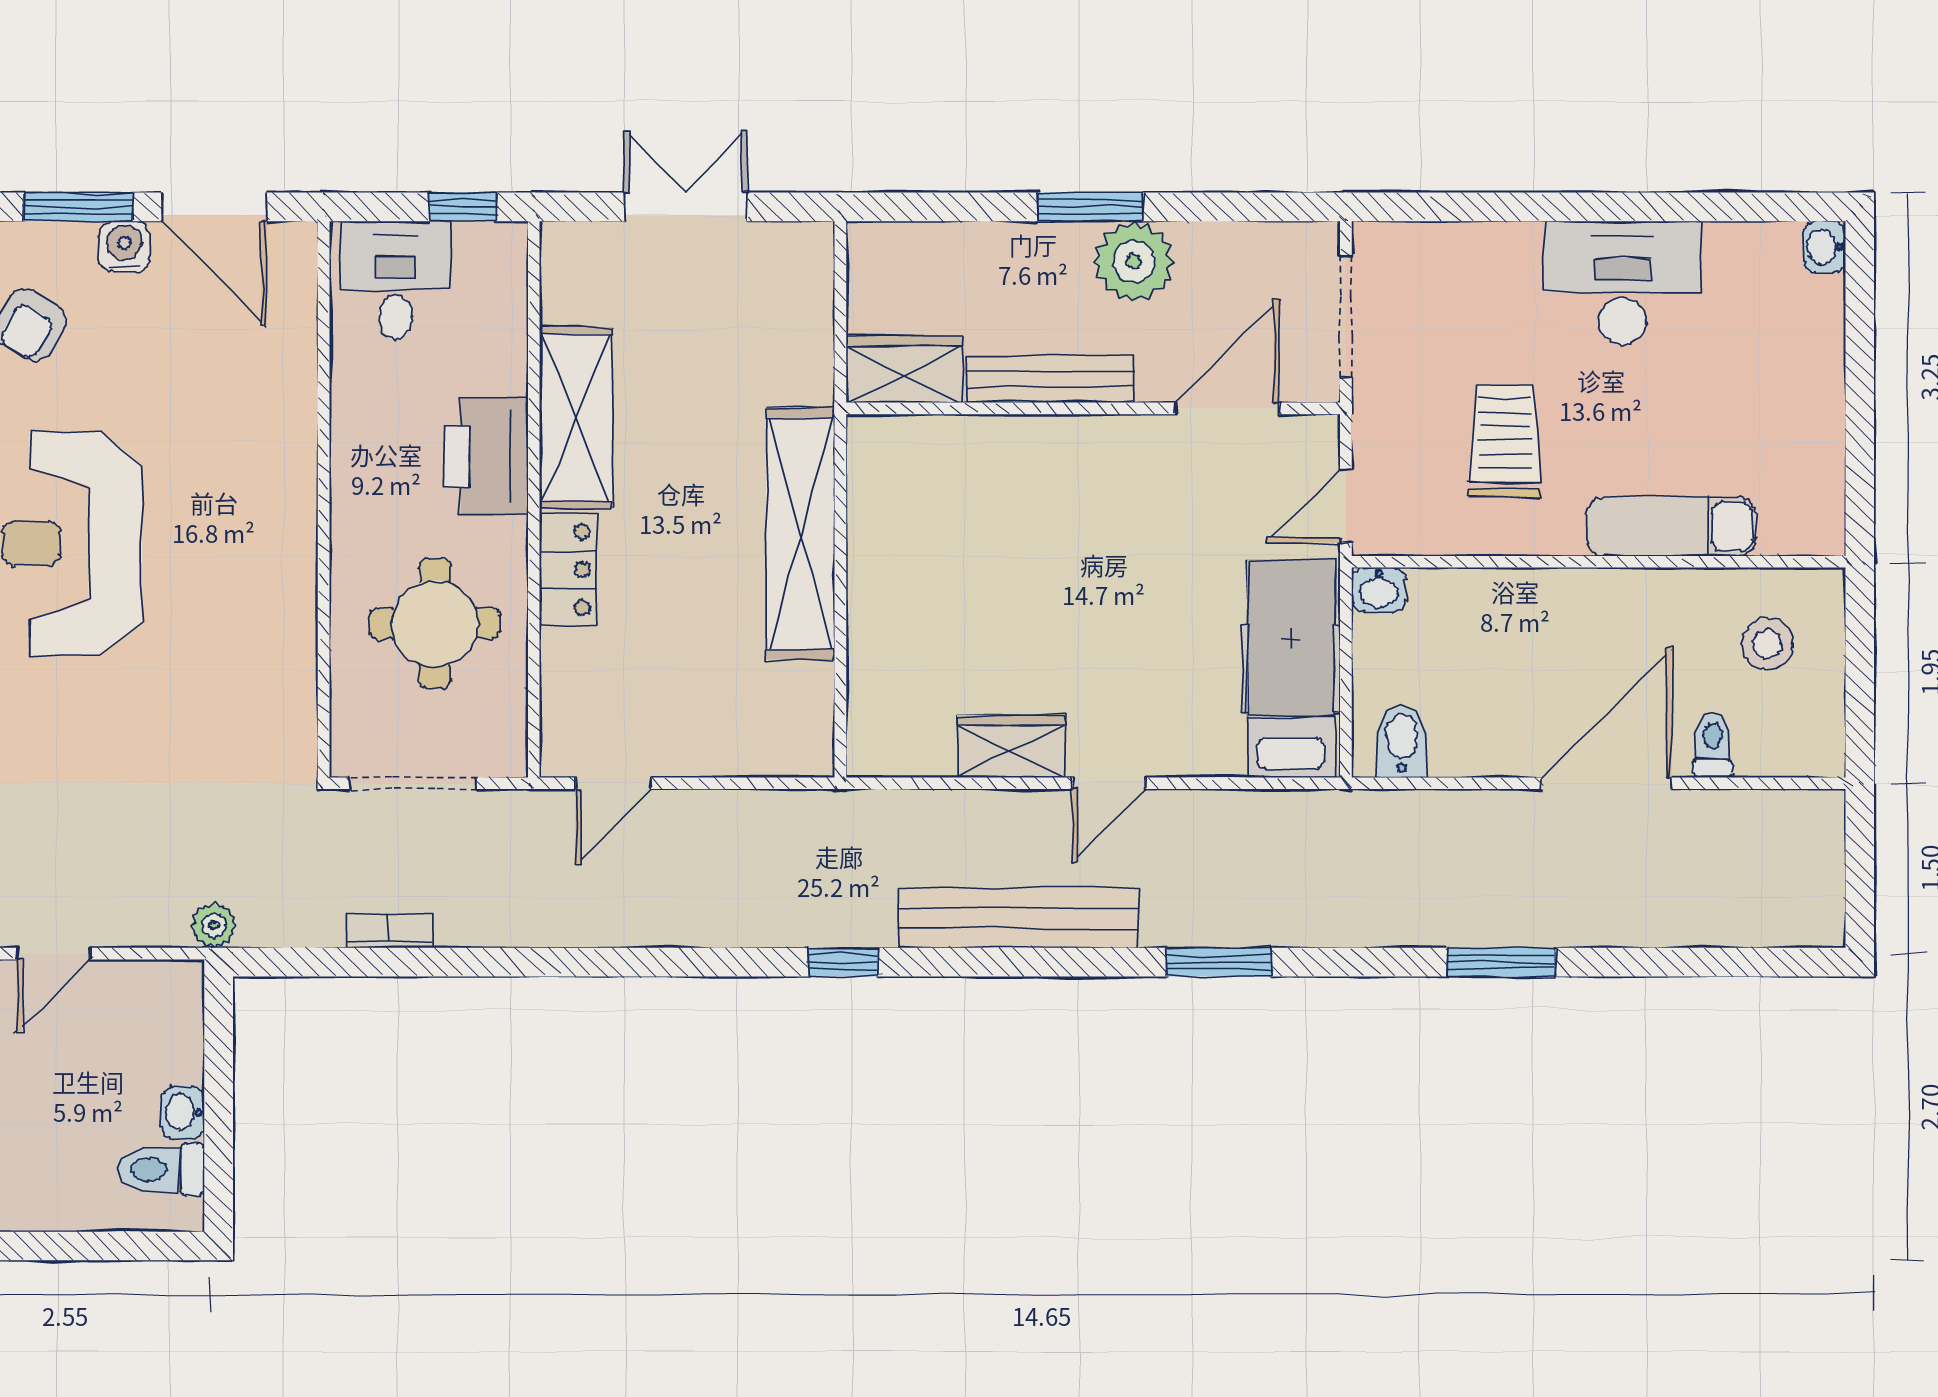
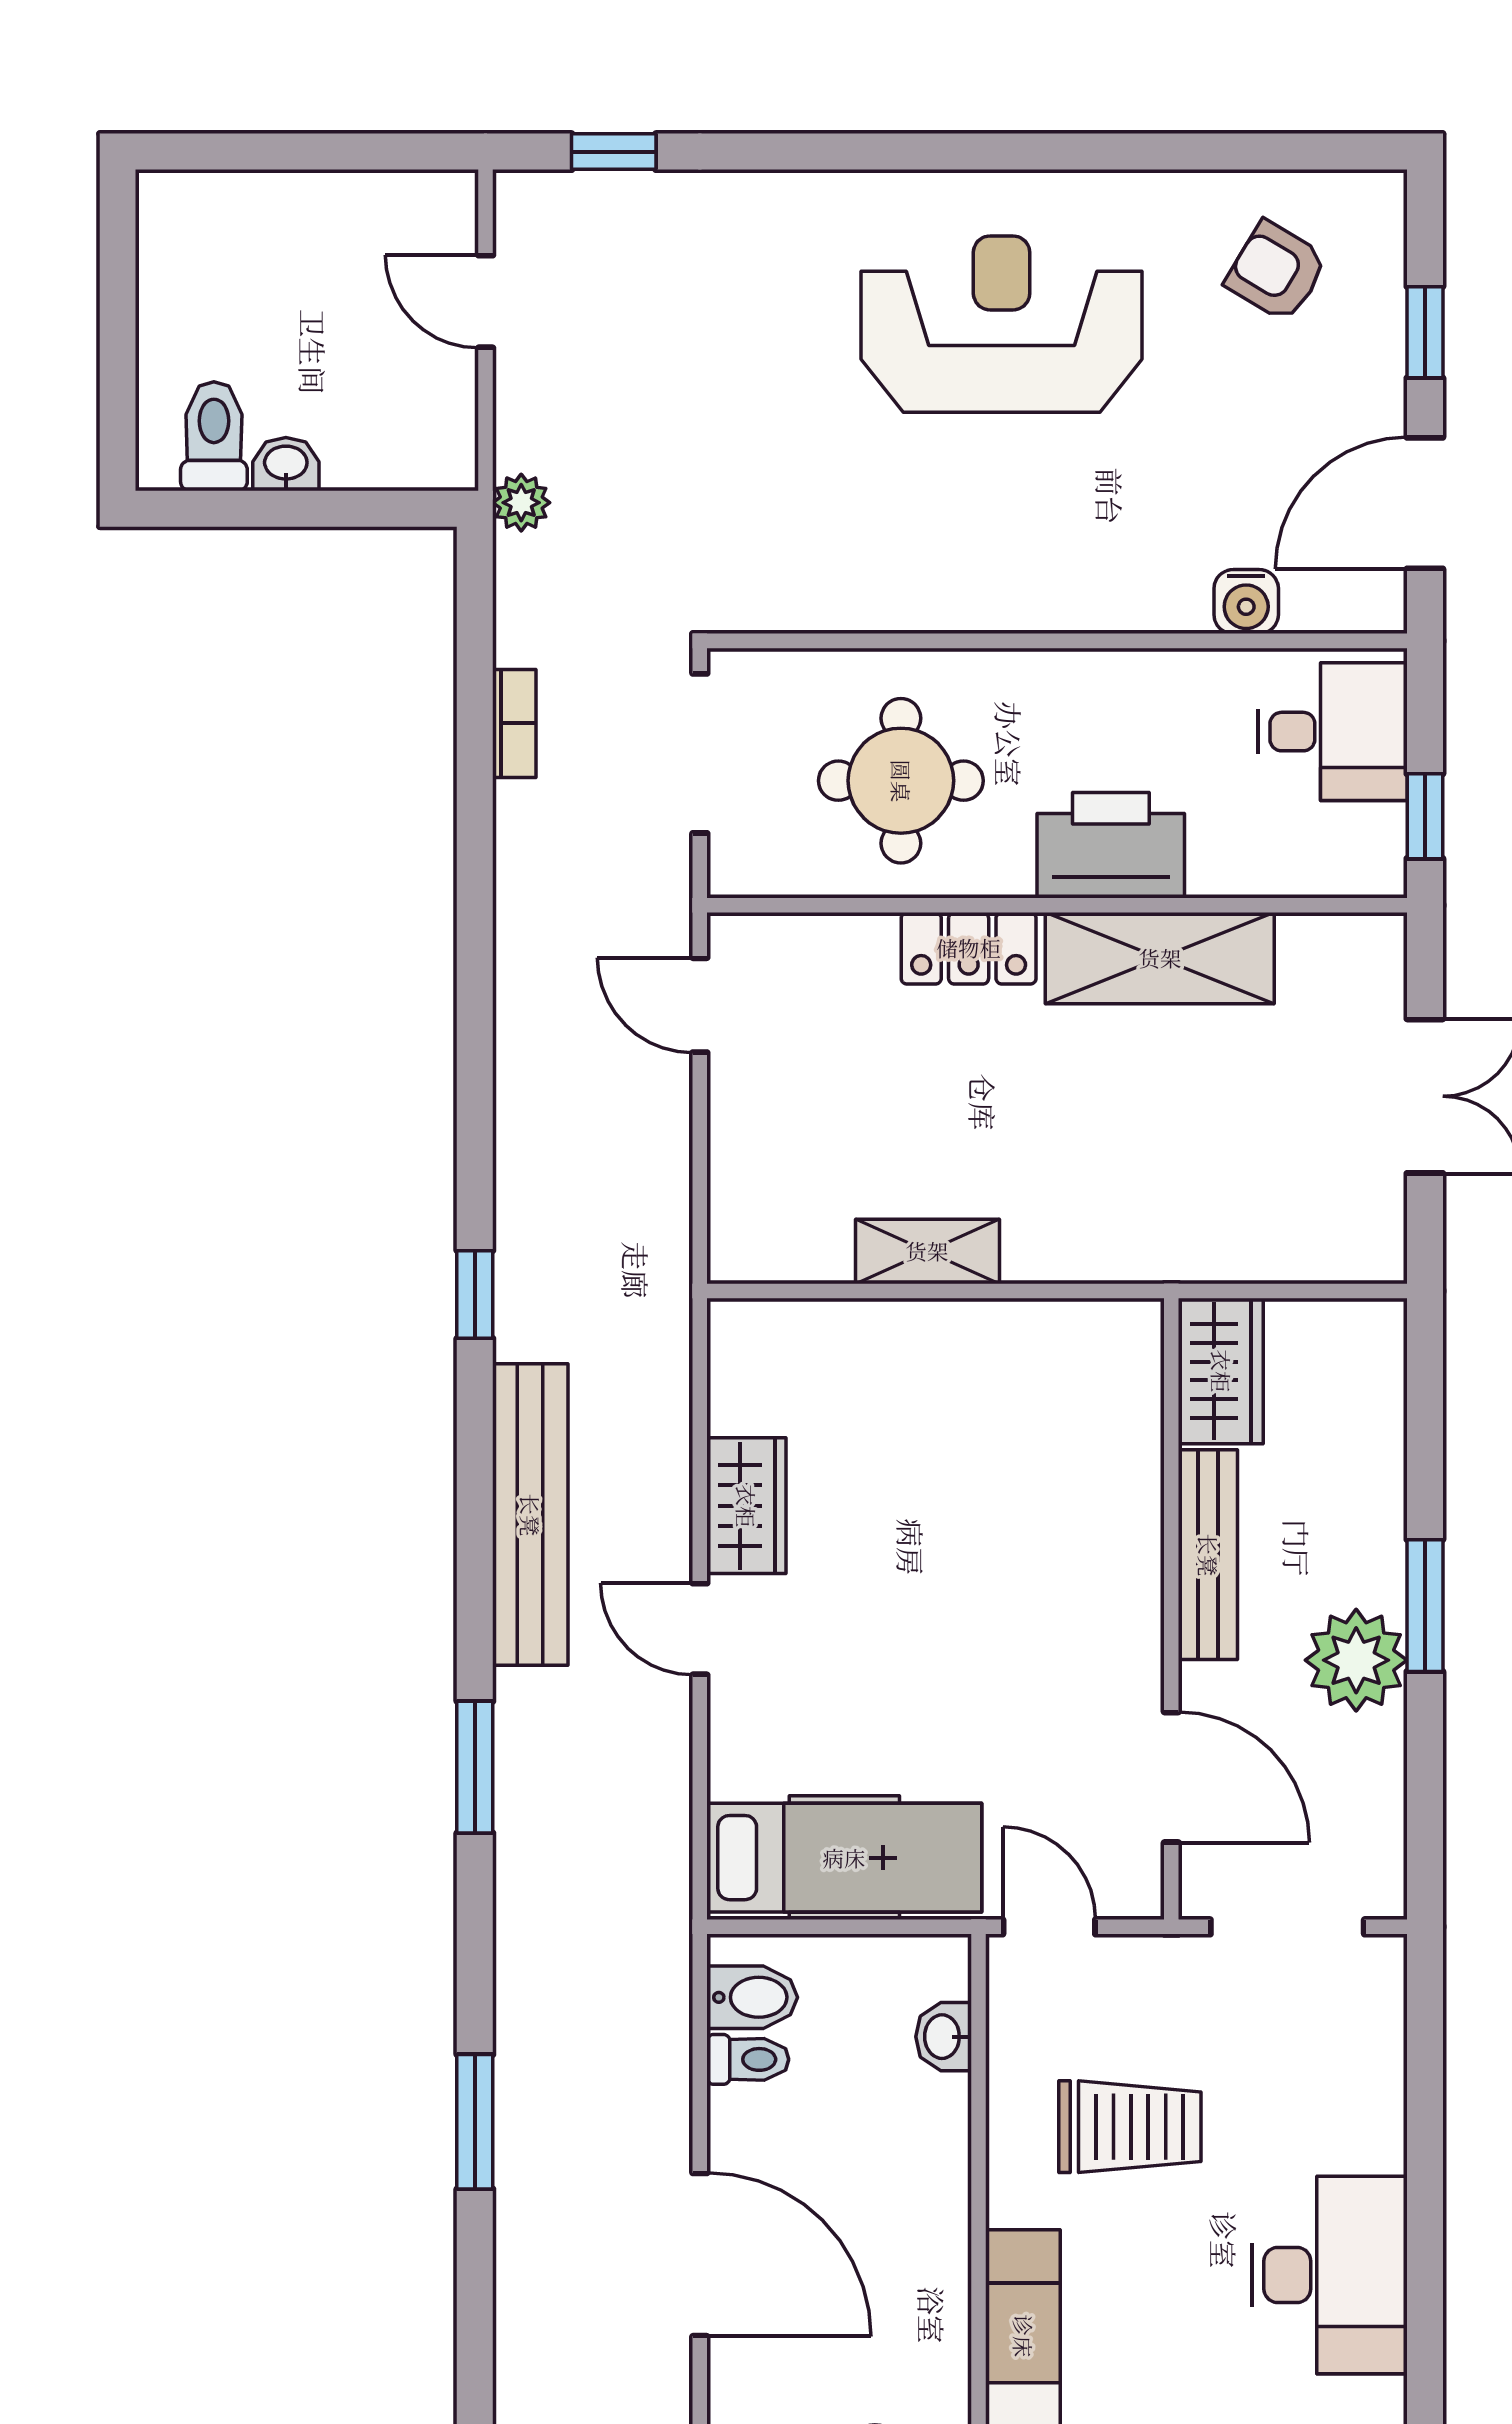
window: (78, 207) -> (1425, 332), width x0.67
water cooler: (124, 247) -> (1246, 602), moved, turned 90
shelving: (800, 534) -> (927, 1251), width x0.45, depth x0.75
washbasin: (1379, 589) -> (944, 2037), moved
toilet: (1713, 745) -> (748, 2059), moved

